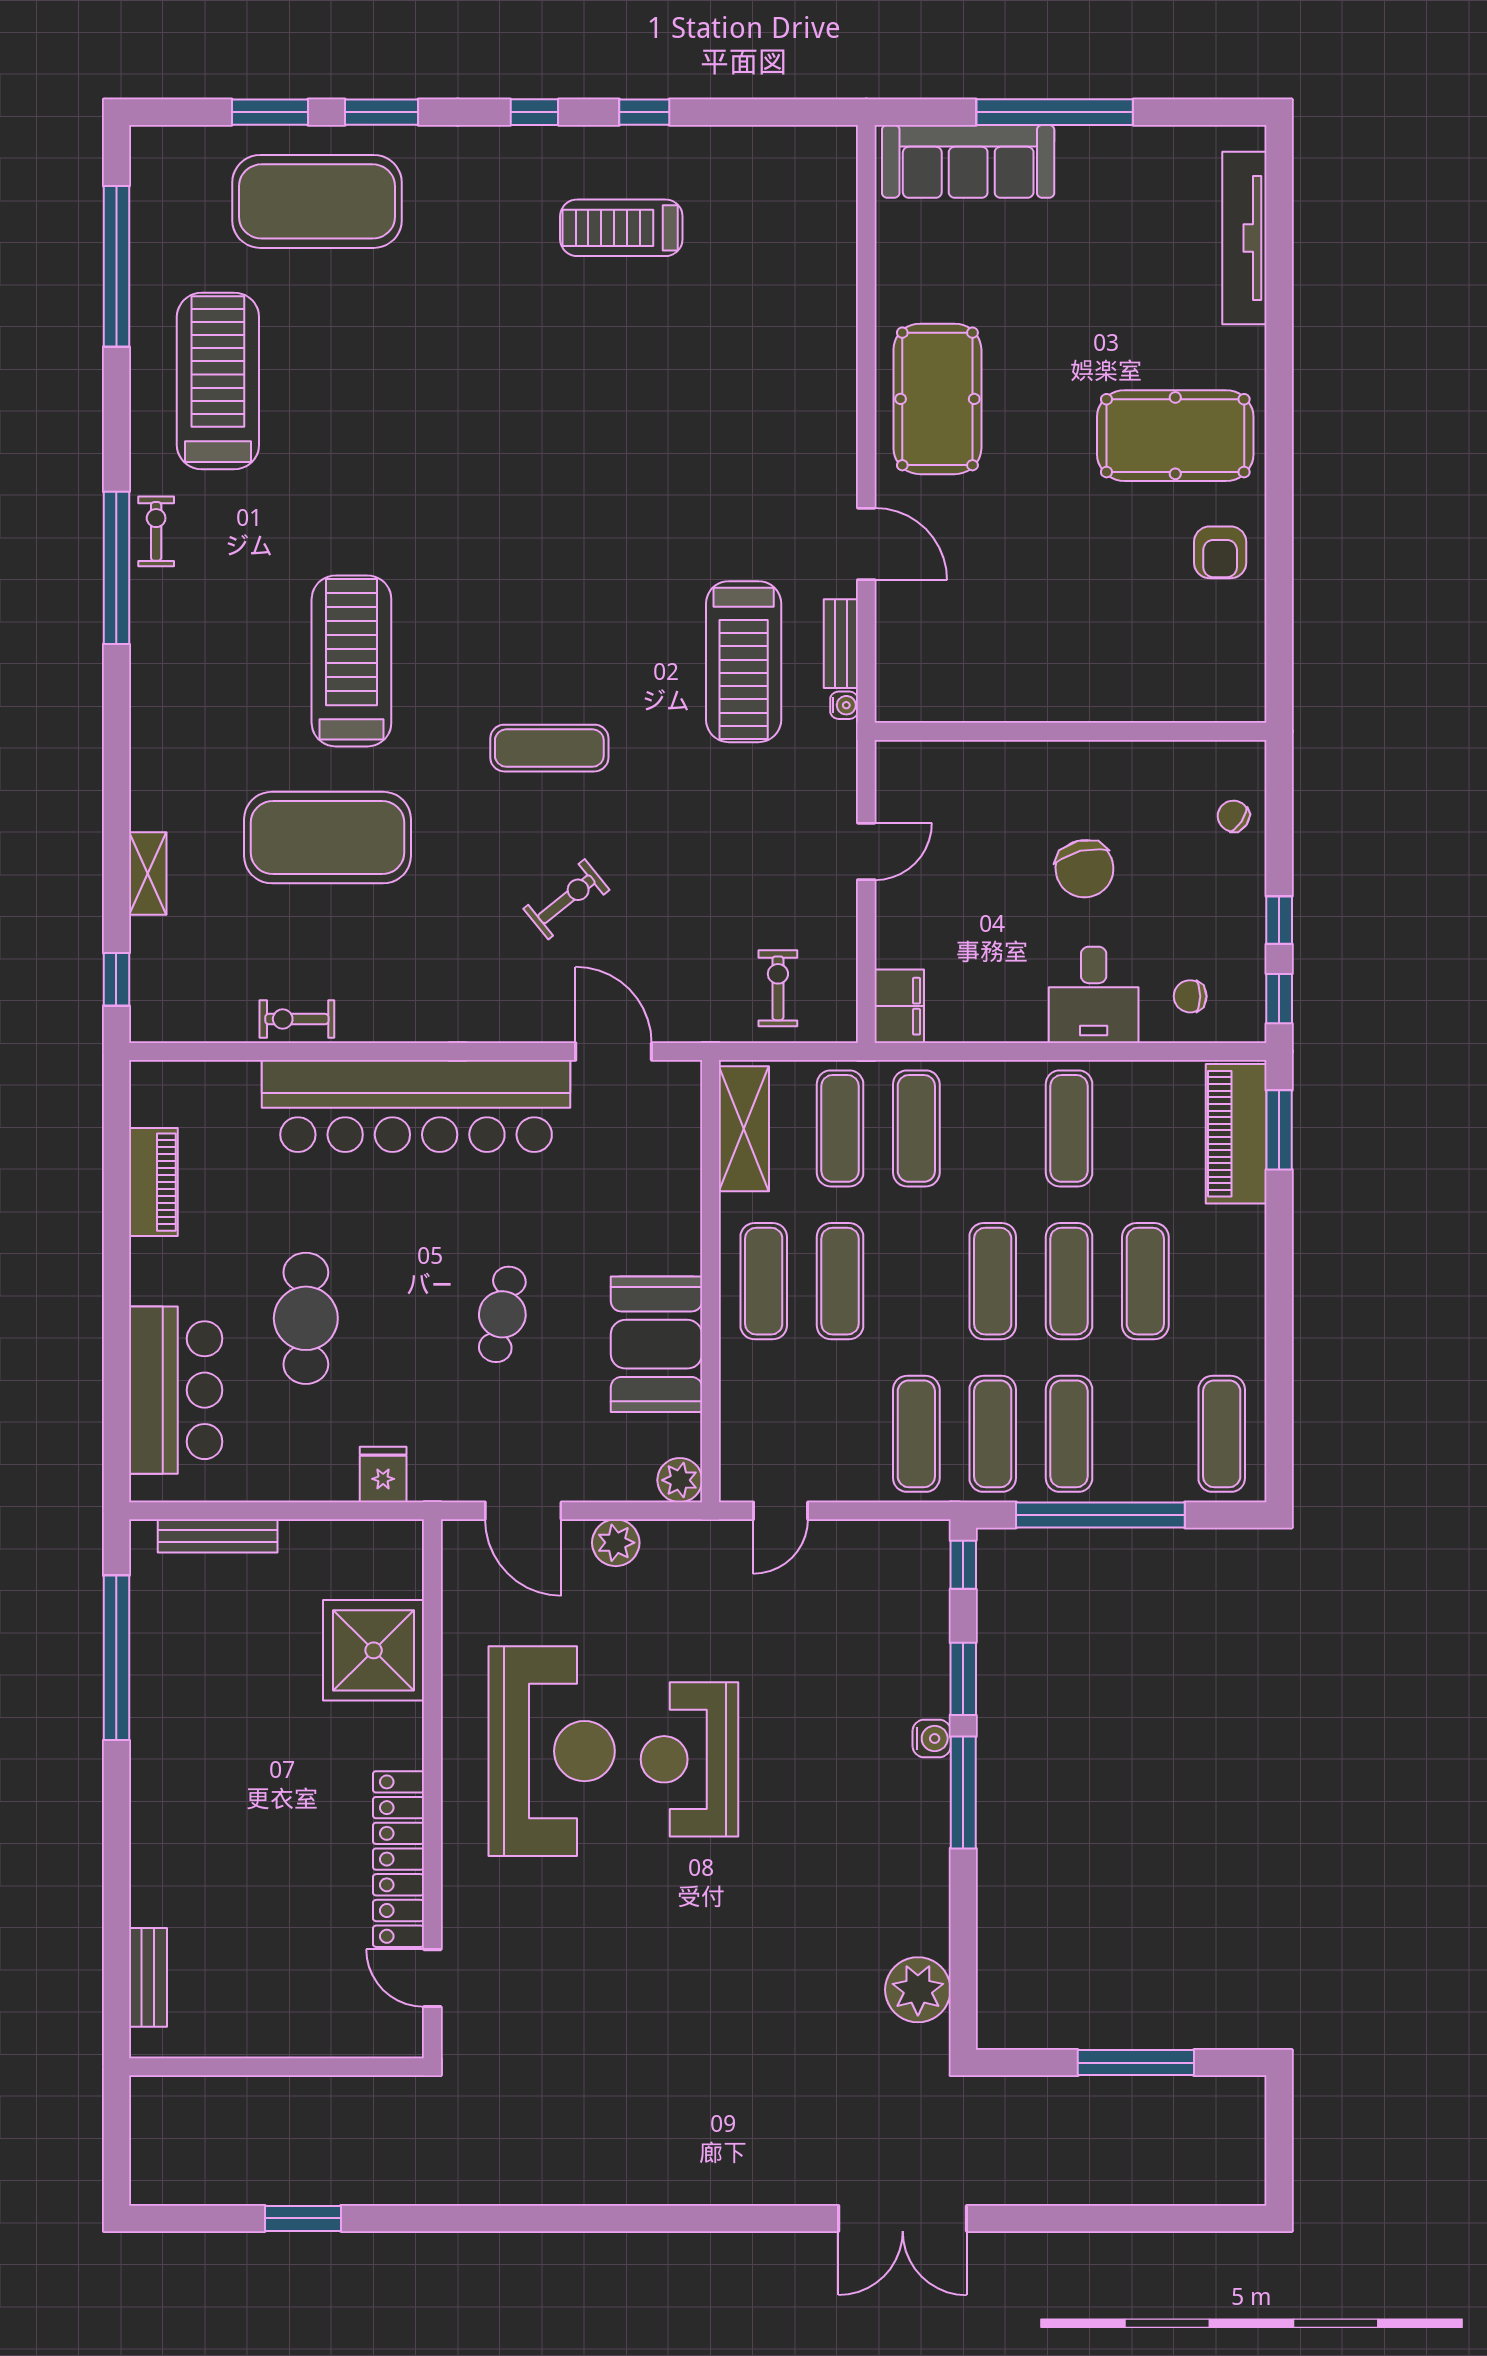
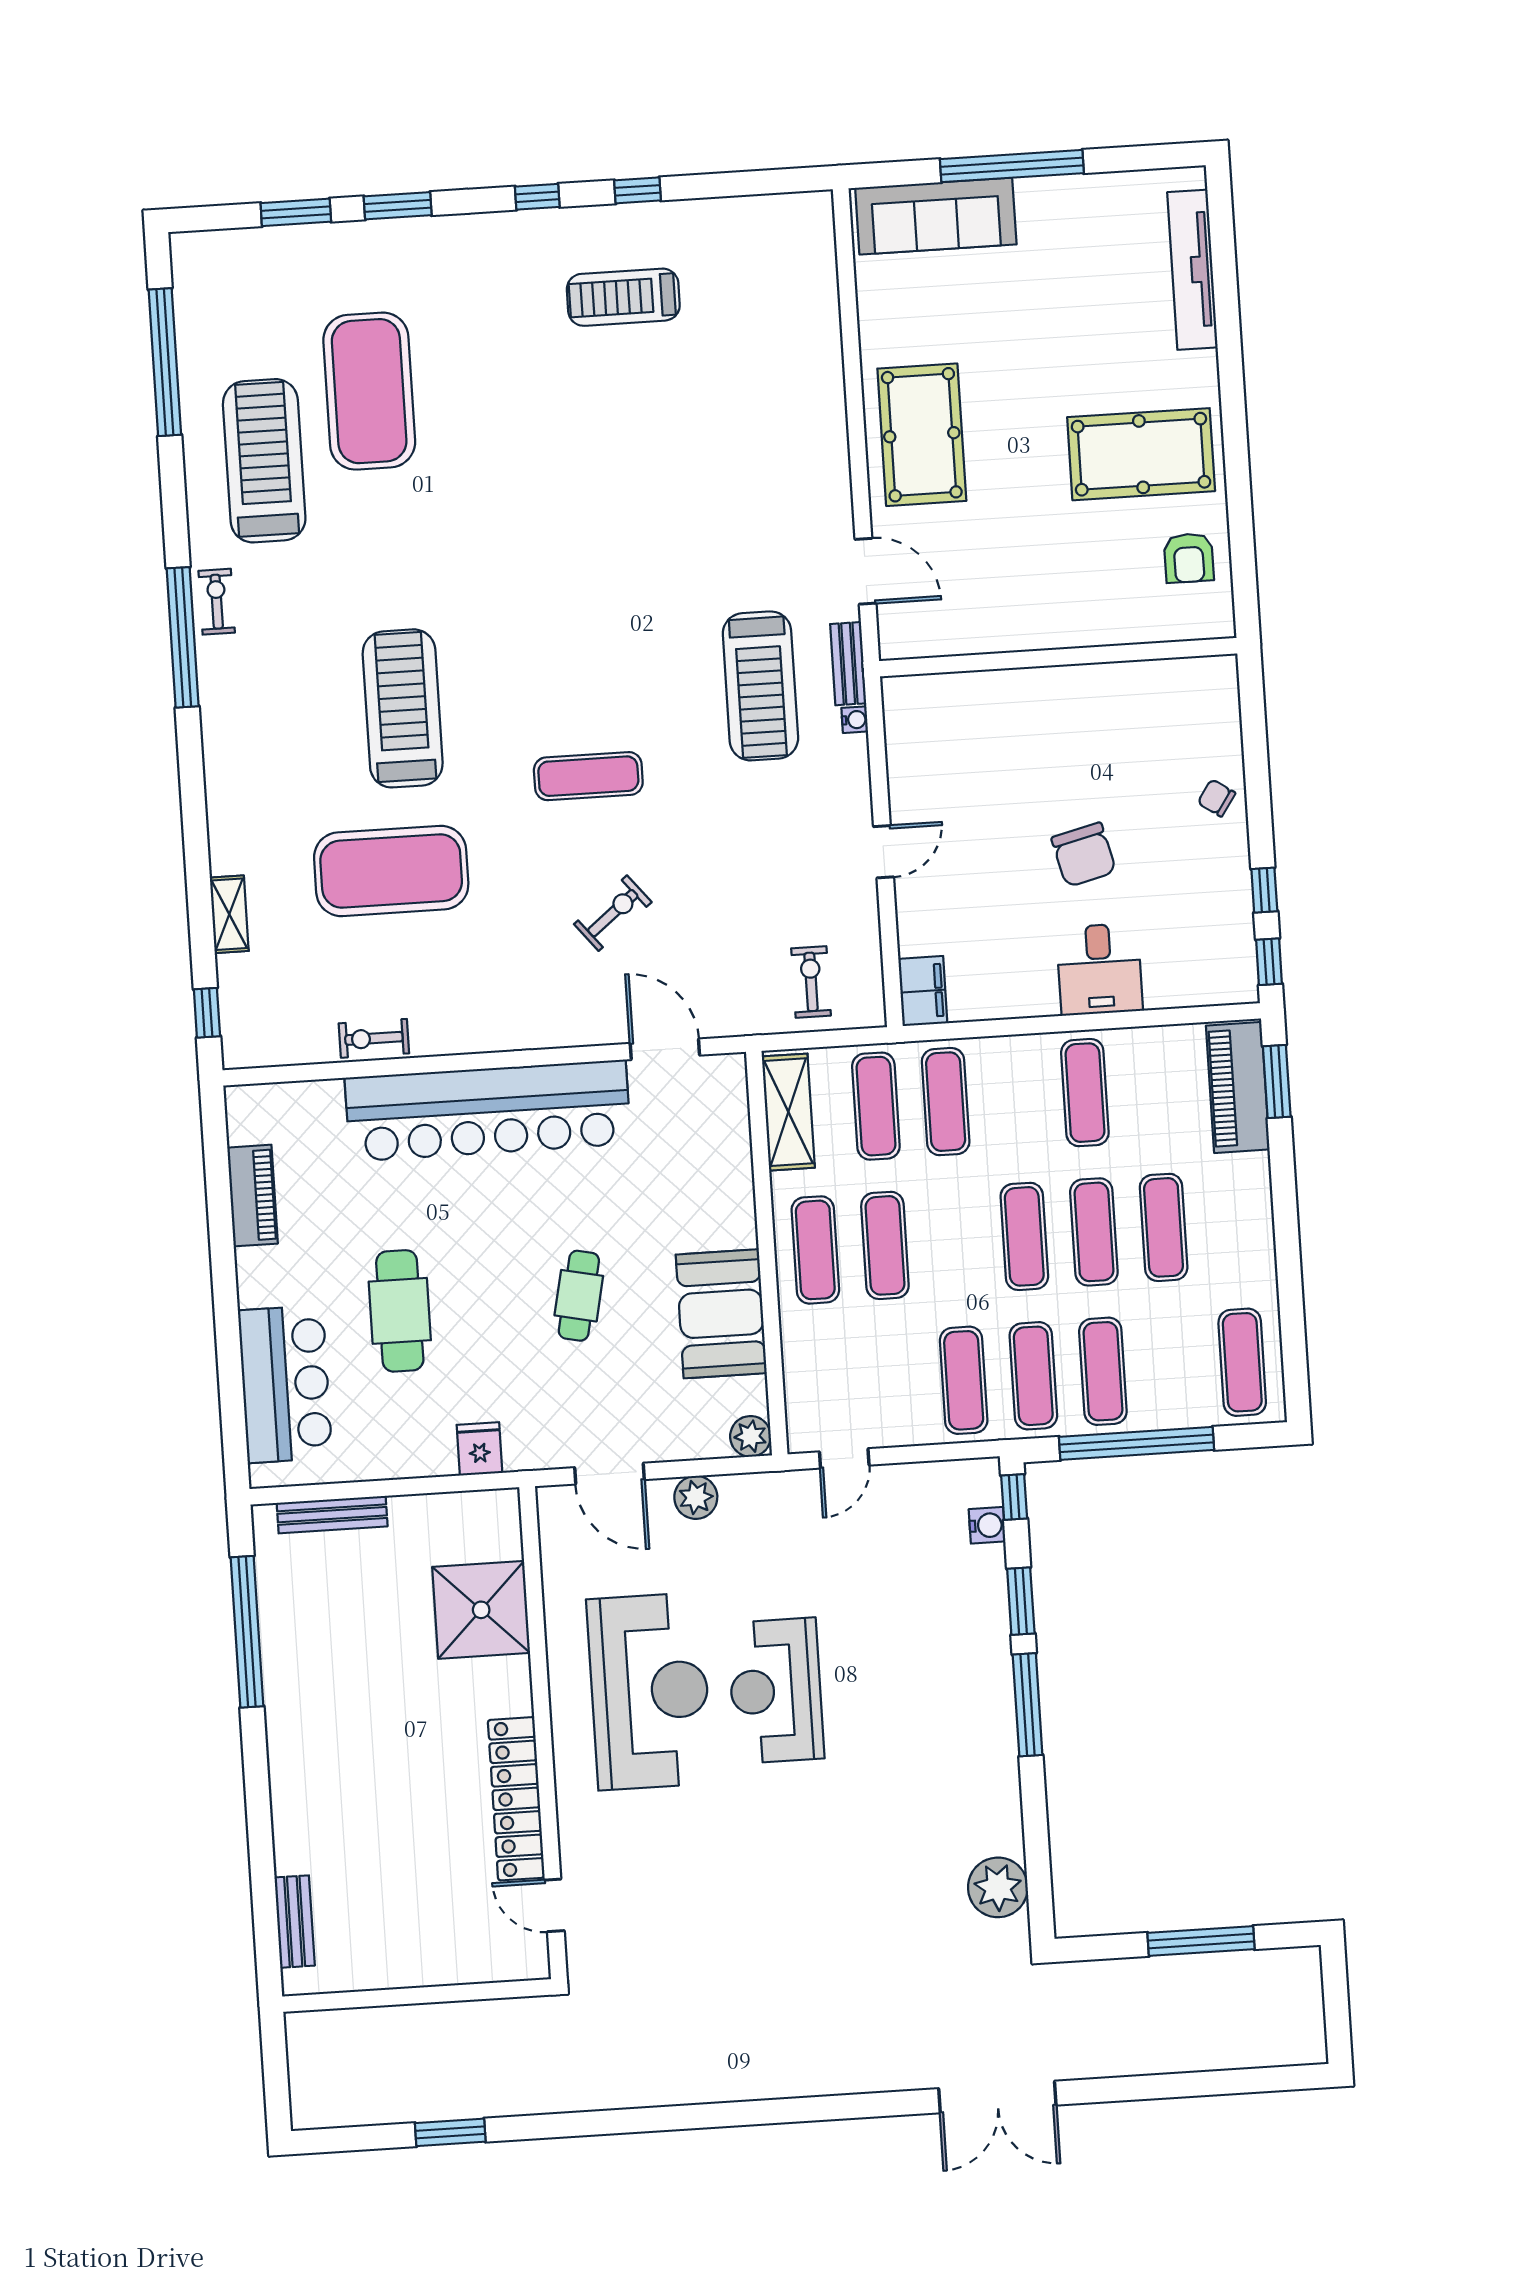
exercise mat: (317, 201) -> (369, 391), moved, turned 90
wall: (1071, 731) -> (1058, 657), moved
chair: (1190, 996) -> (1188, 965), removed
water cooler: (932, 1738) -> (987, 1525), moved

